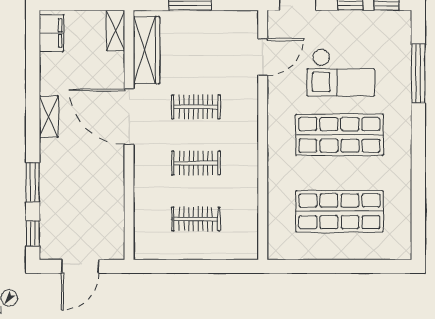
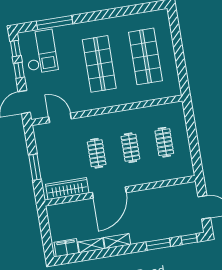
shelving: (116, 30) -> (91, 245), moved
checkout: (341, 72) -> (41, 52), moved

